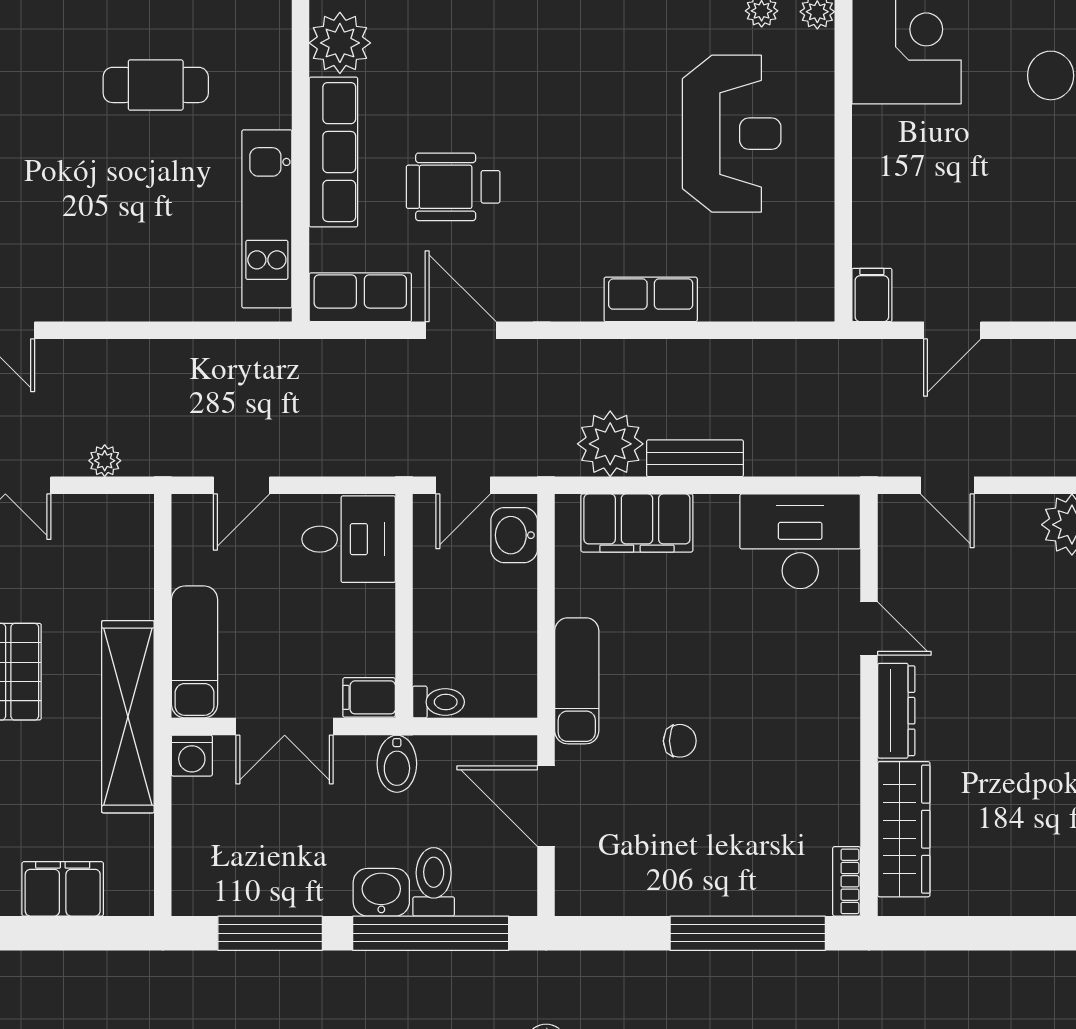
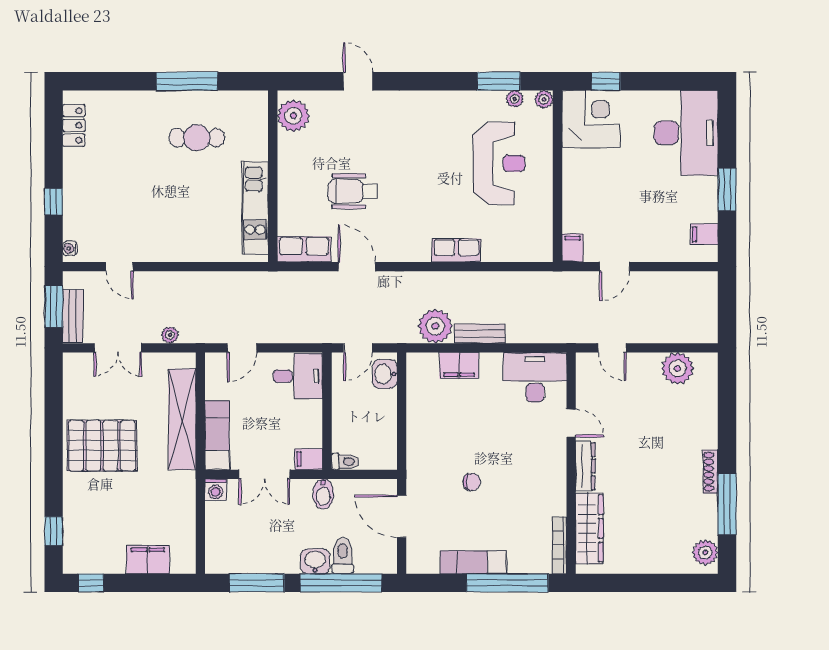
row of seats: (333, 152) -> (290, 173), removed
filing cabinet: (637, 523) -> (459, 365), width x0.67, depth x0.86
exam couch: (577, 681) -> (473, 562), moved, turned -90
shelving: (128, 717) -> (182, 419), moved
bookcase: (847, 881) -> (559, 545), width x1.56

